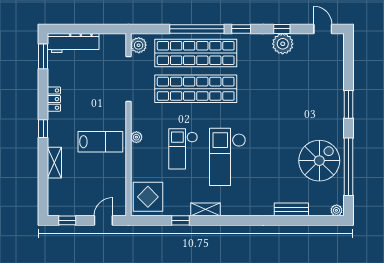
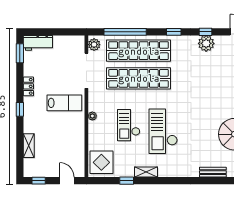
window: (197, 29) -> (125, 32), moved
workbench: (73, 43) -> (38, 43), width x0.73
lab bench: (100, 142) -> (64, 103), moved
shelving: (54, 163) -> (29, 146), moved
door: (103, 220) -> (67, 181), hinge flipped

